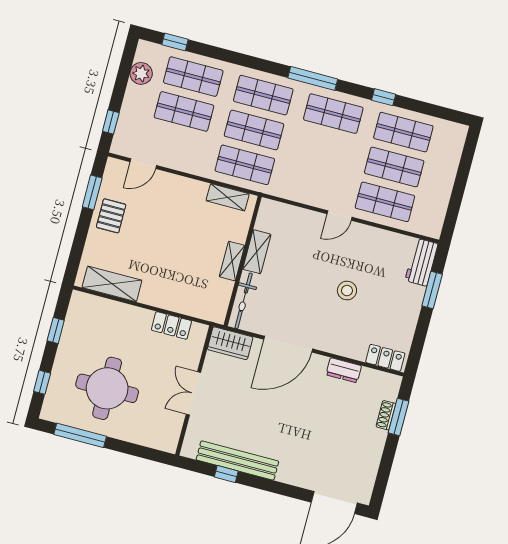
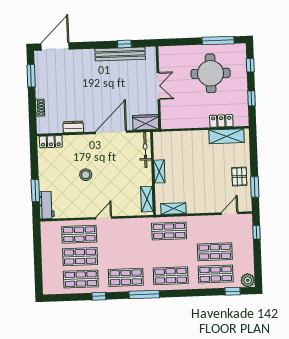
plant: (141, 73) -> (248, 280), moved
shop shelf: (254, 130) -> (170, 253), removed
shelving: (257, 252) -> (147, 199), moved
locker: (171, 325) -> (221, 121), moved
window: (399, 417) -> (31, 76), moved

